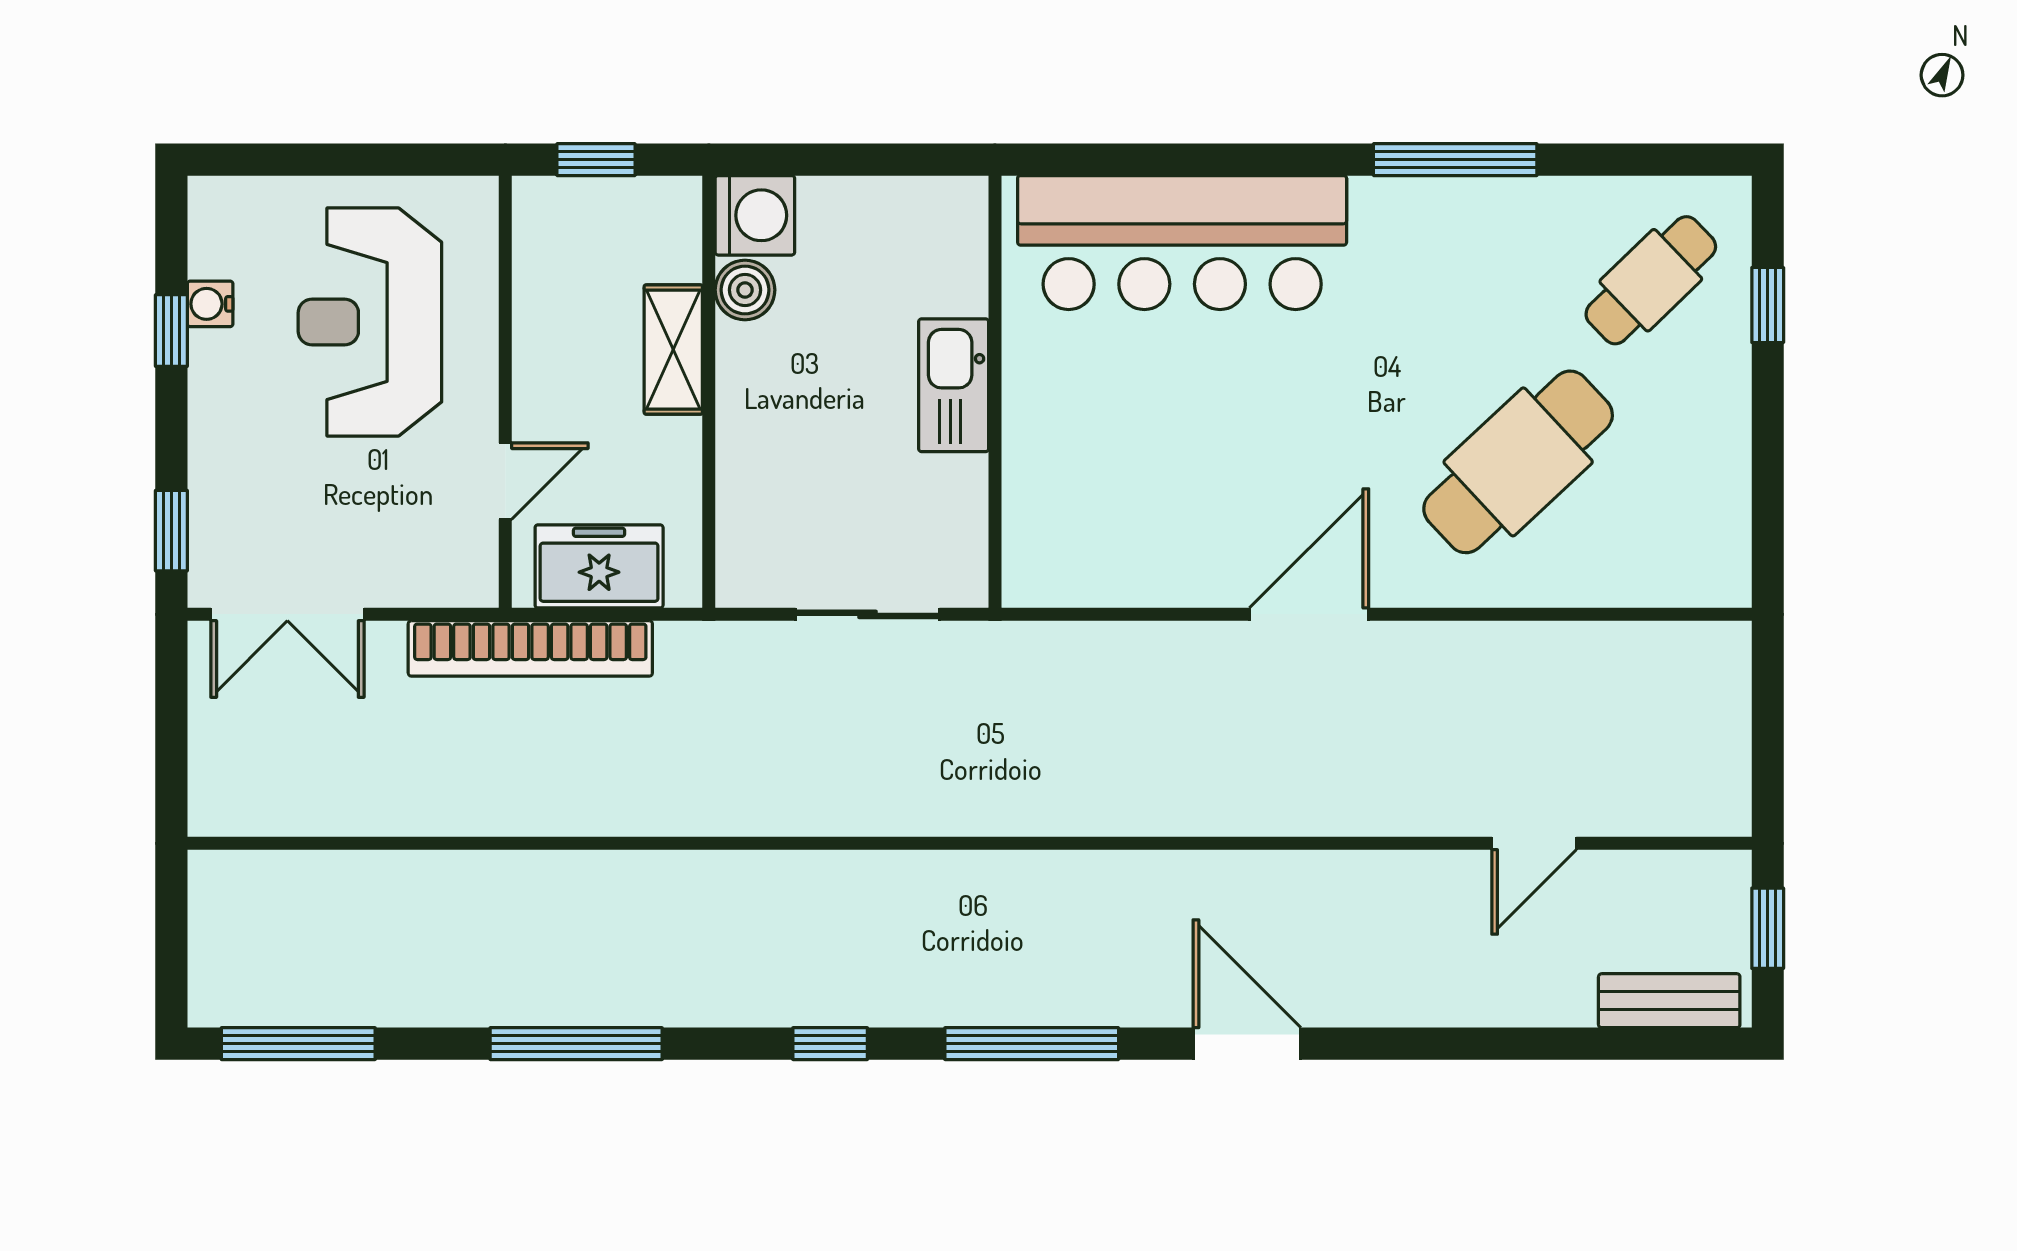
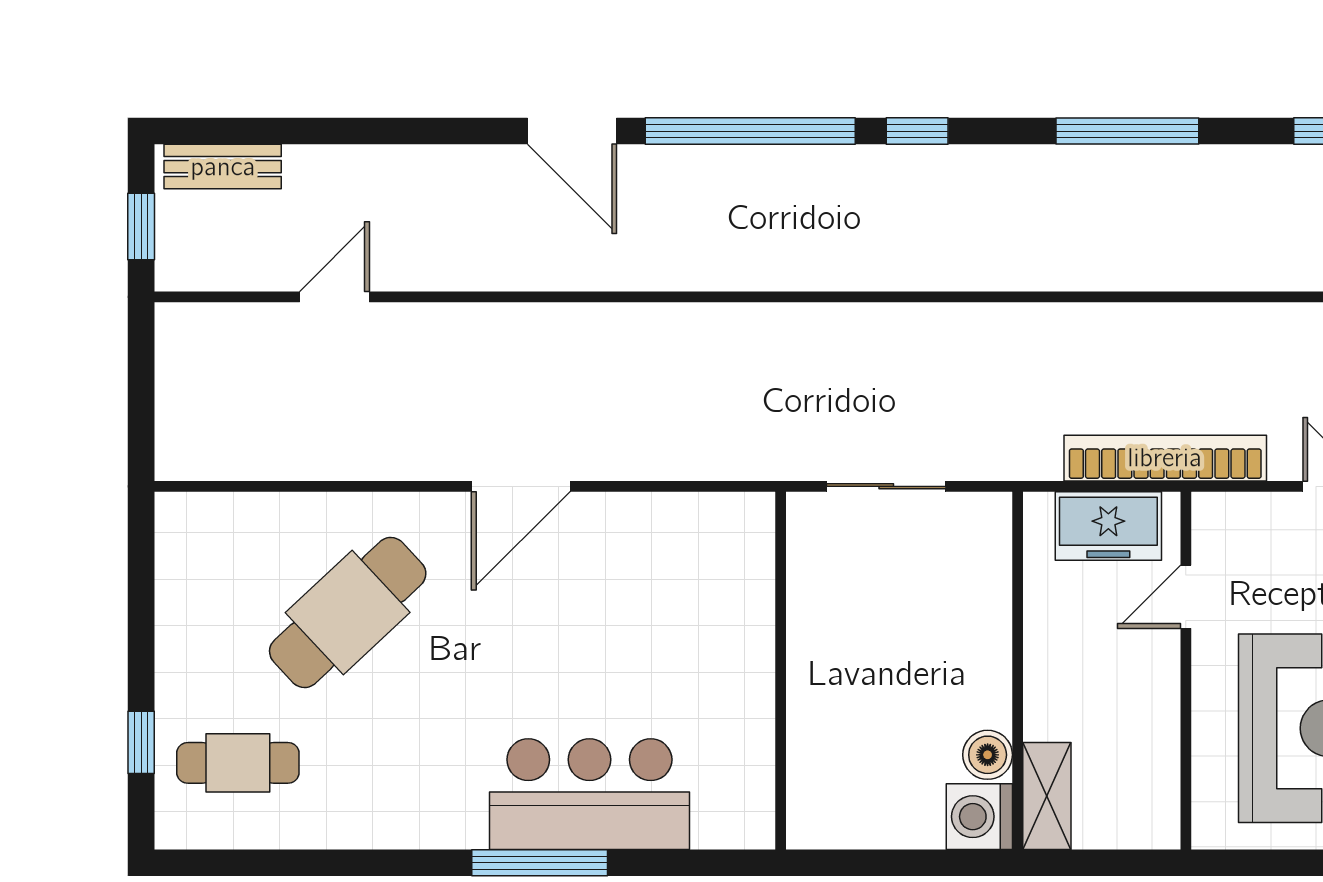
window: (596, 160) -> (1111, 863), removed
window: (1455, 160) -> (540, 863), moved
bar counter: (1182, 243) -> (589, 794), width x0.73
cafe table: (1651, 280) -> (238, 763), turned 44
shelving: (673, 350) -> (1047, 796), moved
kitchen sink: (954, 385) -> (815, 676), removed
window: (1032, 1044) -> (750, 131), width x1.46

